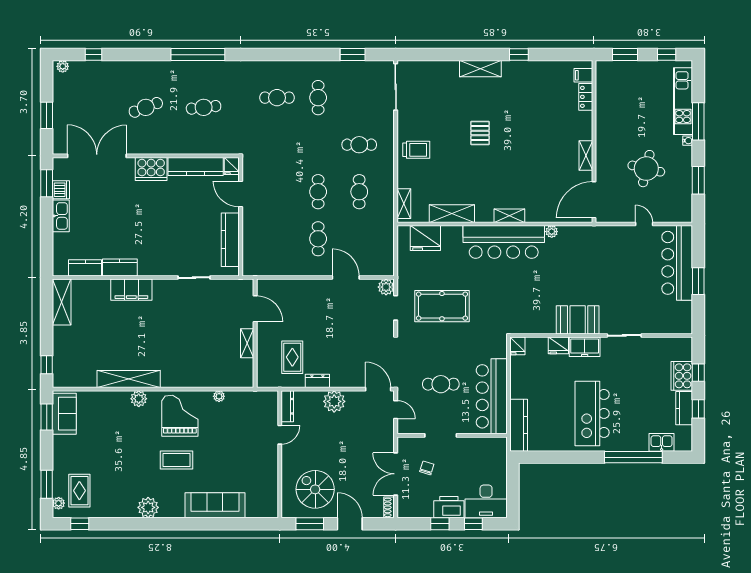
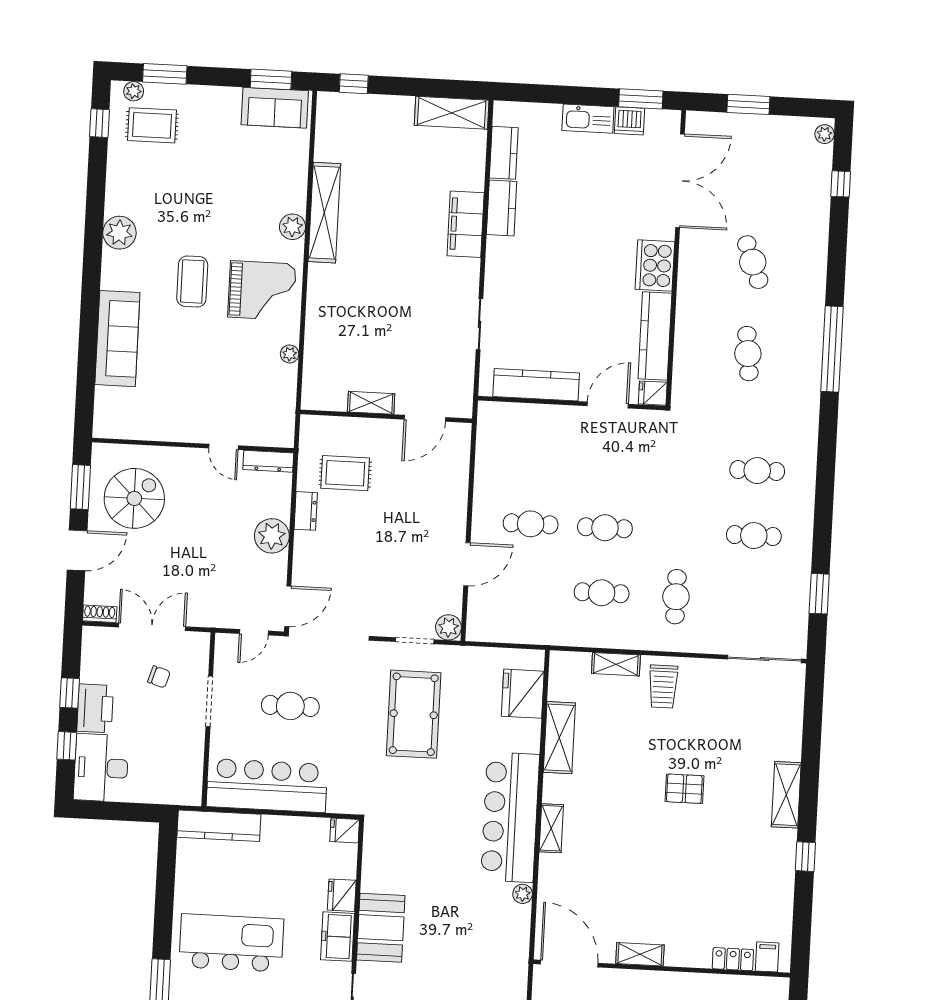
cafe table: (277, 98) -> (757, 471), turned 90
shelving: (404, 204) -> (616, 664), moved
cafe table: (441, 384) -> (290, 706), turned 90

